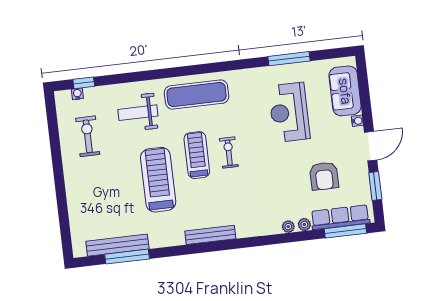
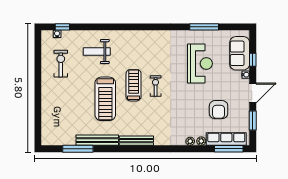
exercise mat: (197, 95) -> (138, 44), removed
window: (365, 98) -> (253, 60), added
reception desk: (289, 112) -> (200, 63), turned 180
treadmill: (158, 180) -> (105, 99), turned 180
bench: (117, 245) -> (97, 140), moved

